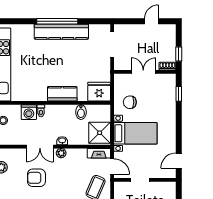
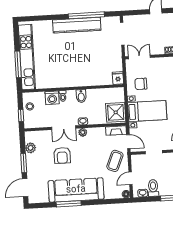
window: (57, 21) -> (86, 15), moved
double door: (143, 72) -> (139, 57), moved
fridge: (99, 92) -> (118, 78), width x0.53, depth x0.75
kitchen counter: (62, 94) -> (81, 80), removed
bidet: (81, 112) -> (81, 96), moved
armchair: (36, 178) -> (62, 155), turned -90

